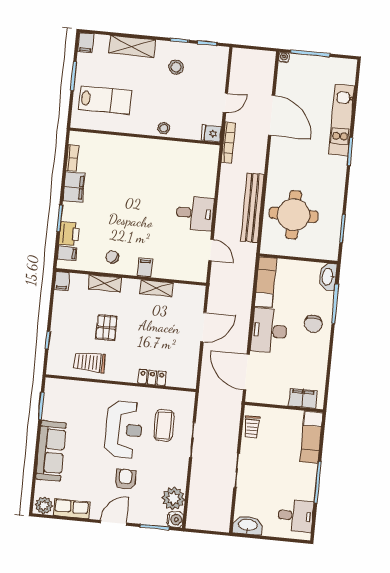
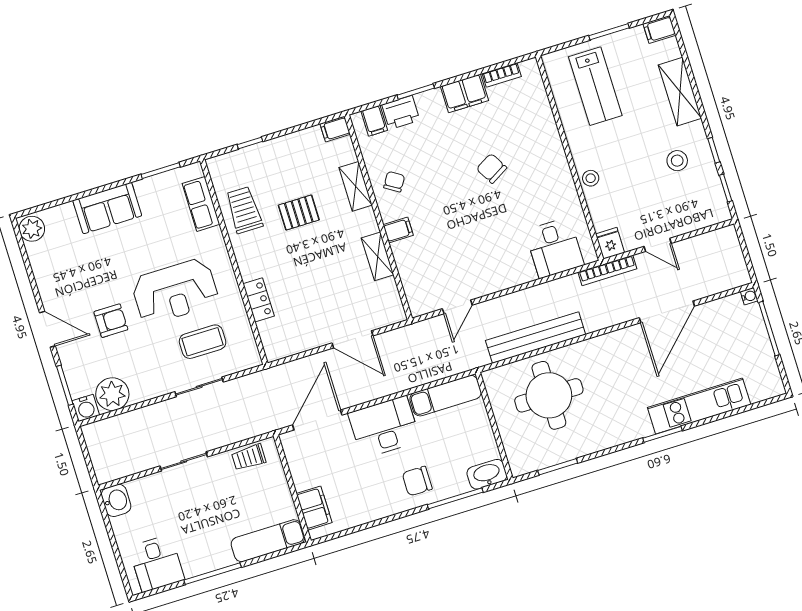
chair: (130, 190) -> (492, 168), added
desk: (195, 213) -> (554, 248), moved
sofa: (51, 451) -> (107, 208), width x0.73
row of seats: (72, 509) -> (201, 204), moved, turned 180
washbasin: (248, 525) -> (116, 500), width x0.72

